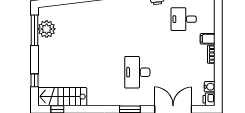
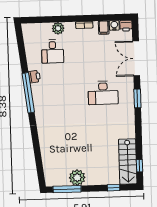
plant: (208, 26) -> (58, 28), added
plant: (47, 29) -> (77, 178), moved
filing cabinet: (208, 39) -> (104, 28), moved

